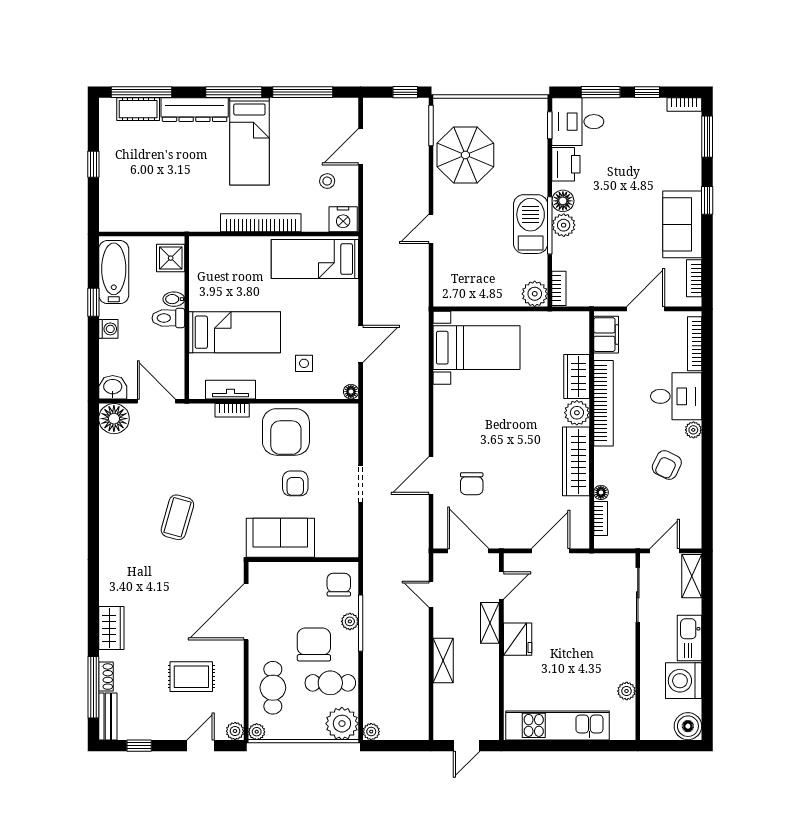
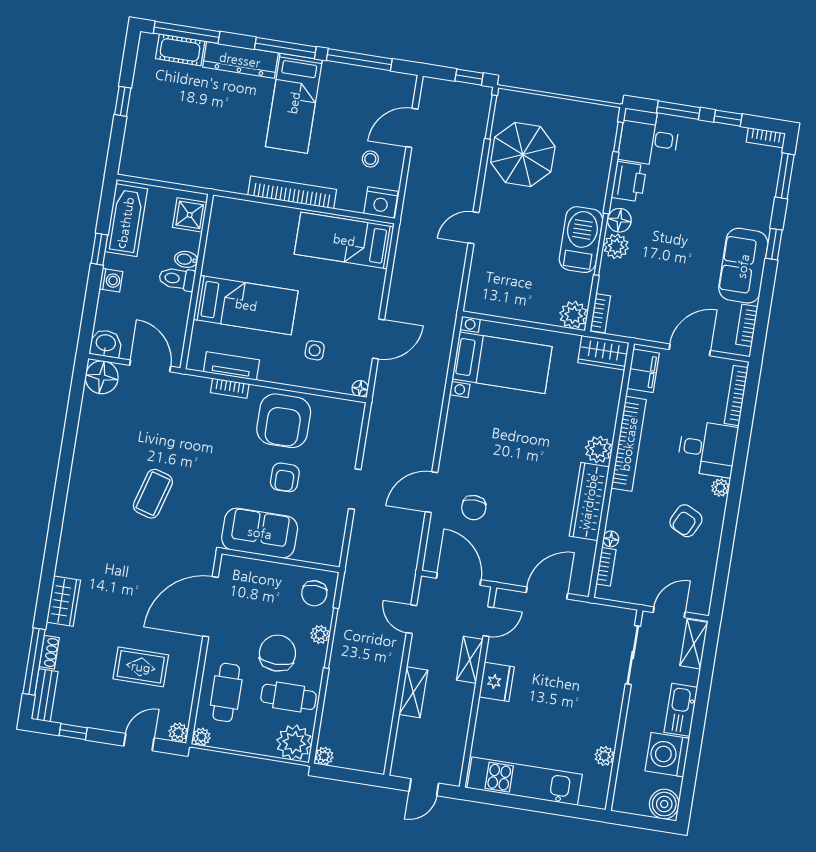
wardrobe: (577, 376) -> (603, 353), moved, turned -90
chair: (339, 585) -> (314, 593), turned 180

